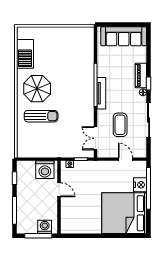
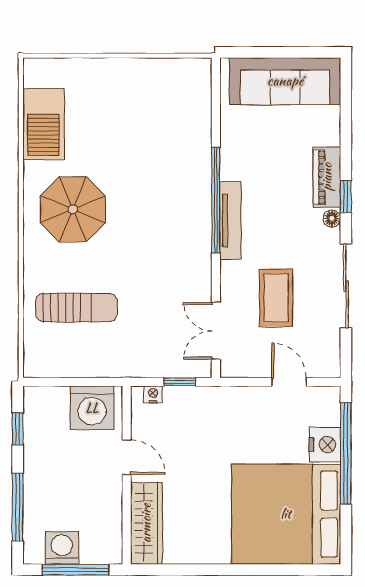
sun lounger: (41, 116) -> (76, 308), moved
wardrobe: (67, 217) -> (146, 523), added
washing machine: (45, 227) -> (62, 548), moved

